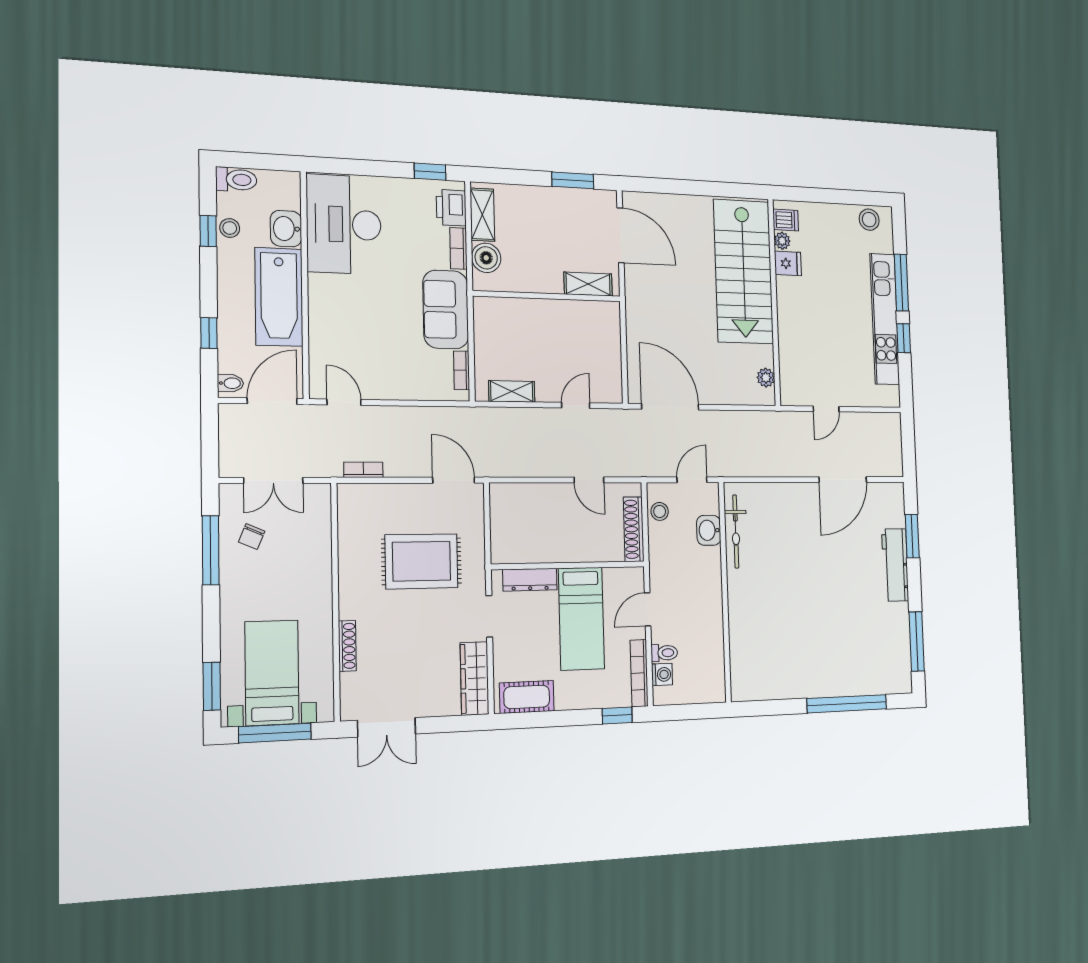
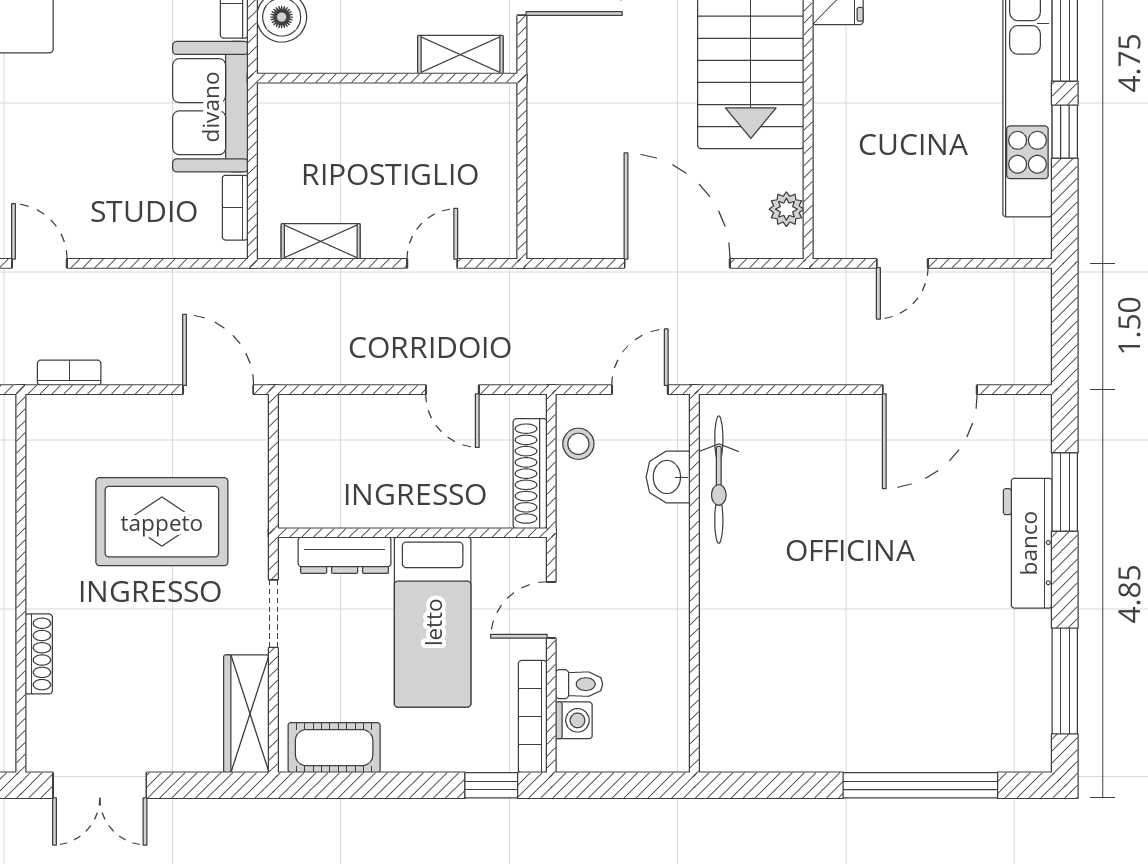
door: (670, 407) -> (677, 263), moved

